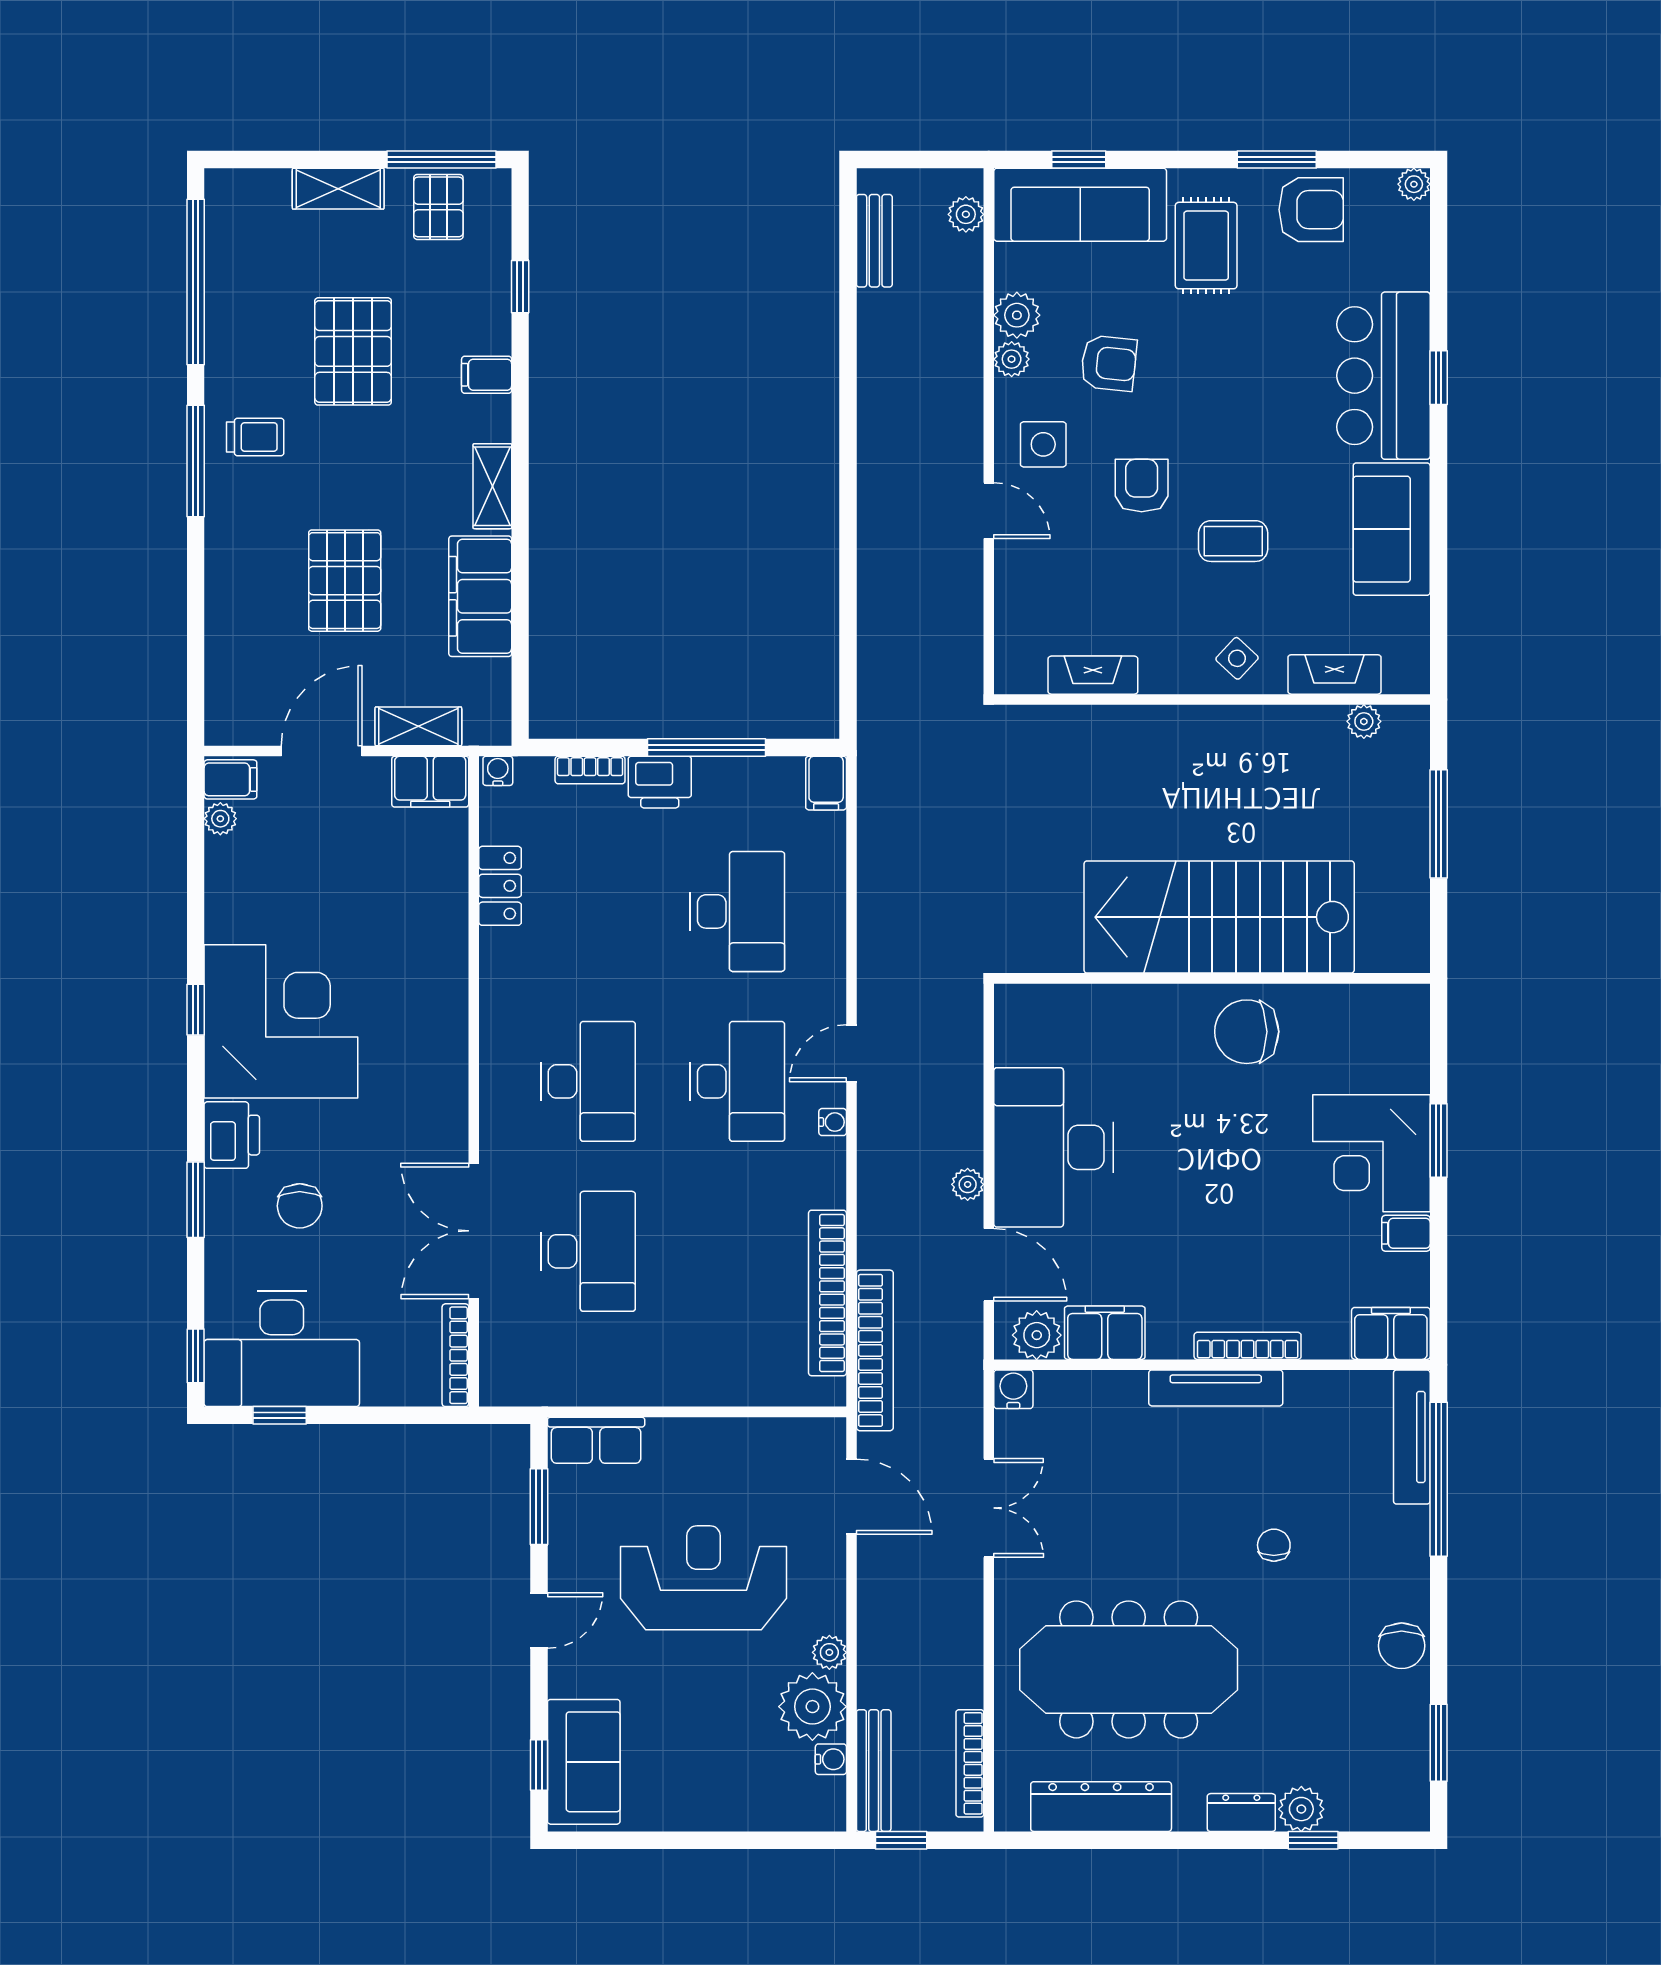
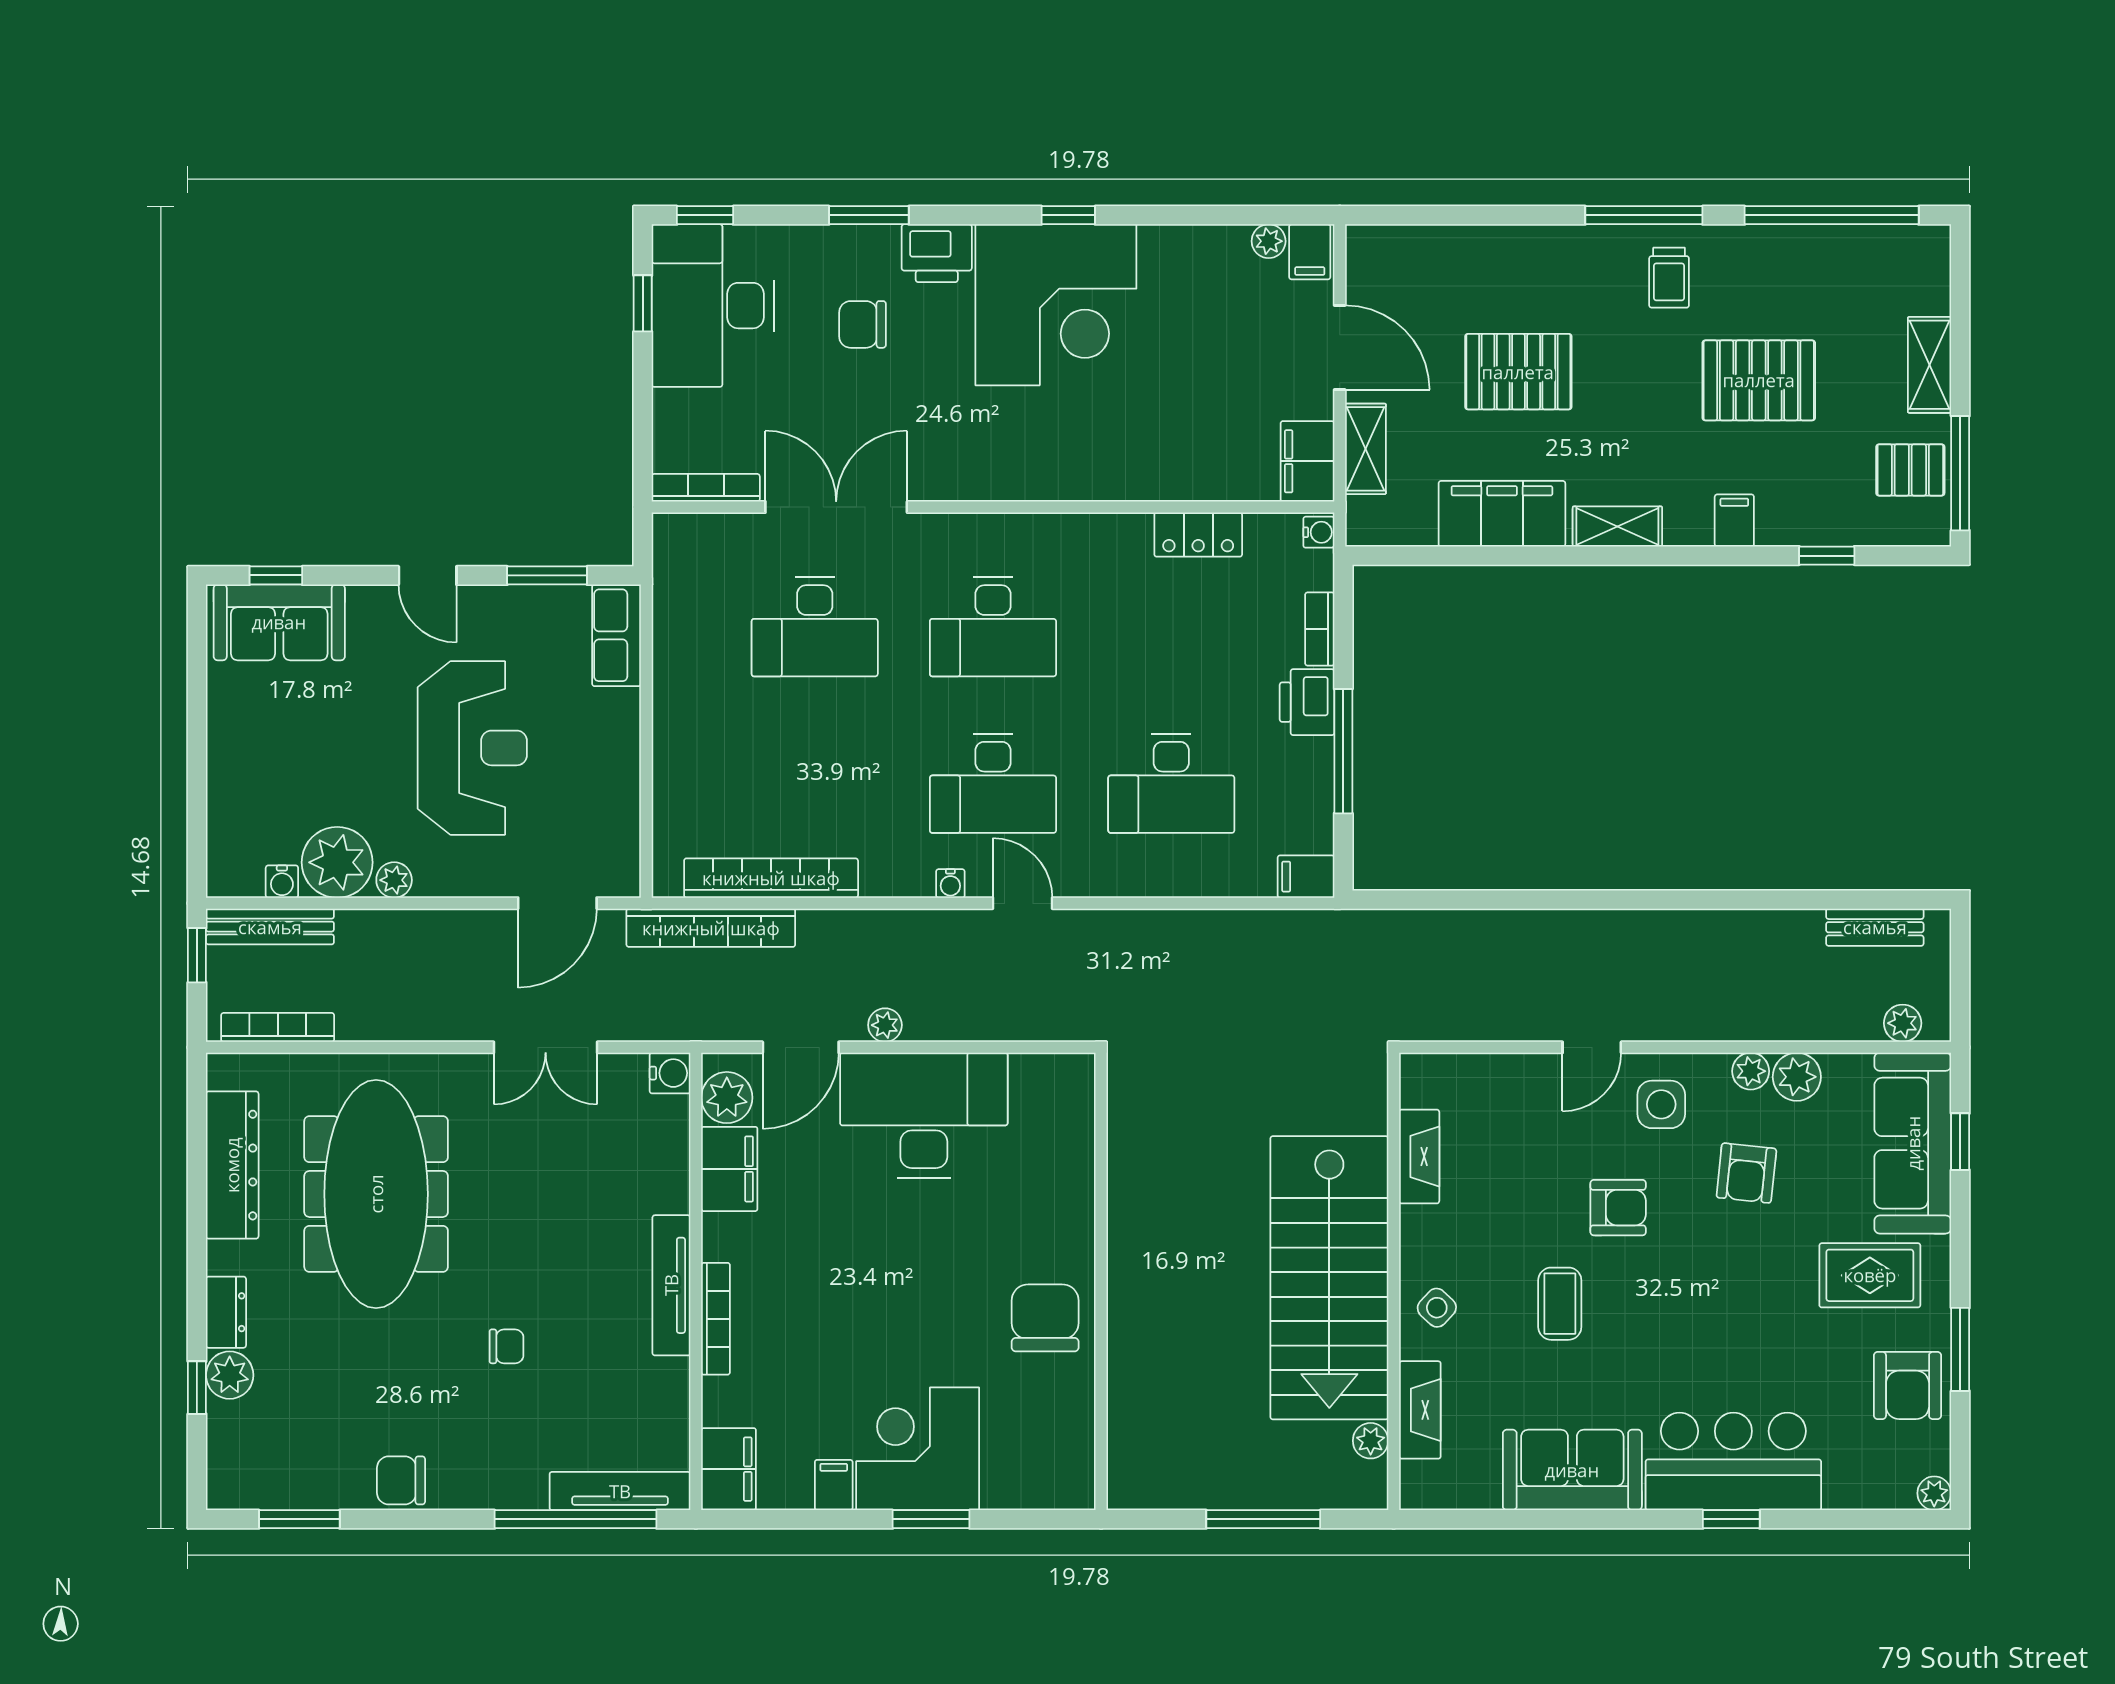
stairs: (1219, 917) -> (1329, 1278), moved, turned 180

